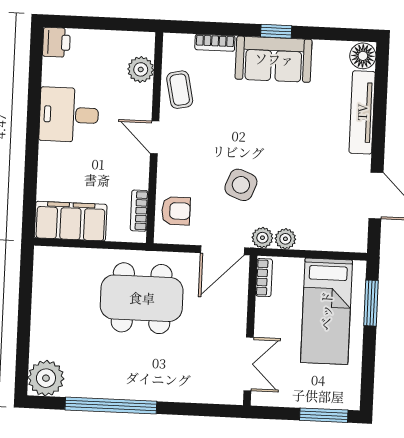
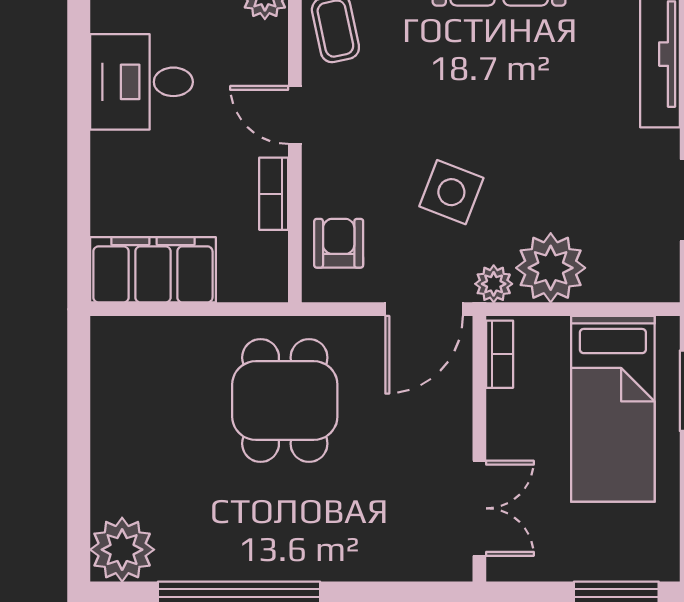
bookcase: (139, 211) -> (274, 194), moved
armchair: (176, 211) -> (339, 243), turned -90
plant: (285, 239) -> (551, 268), width x1.88, depth x1.88
dining table: (142, 298) -> (285, 401), width x0.73

